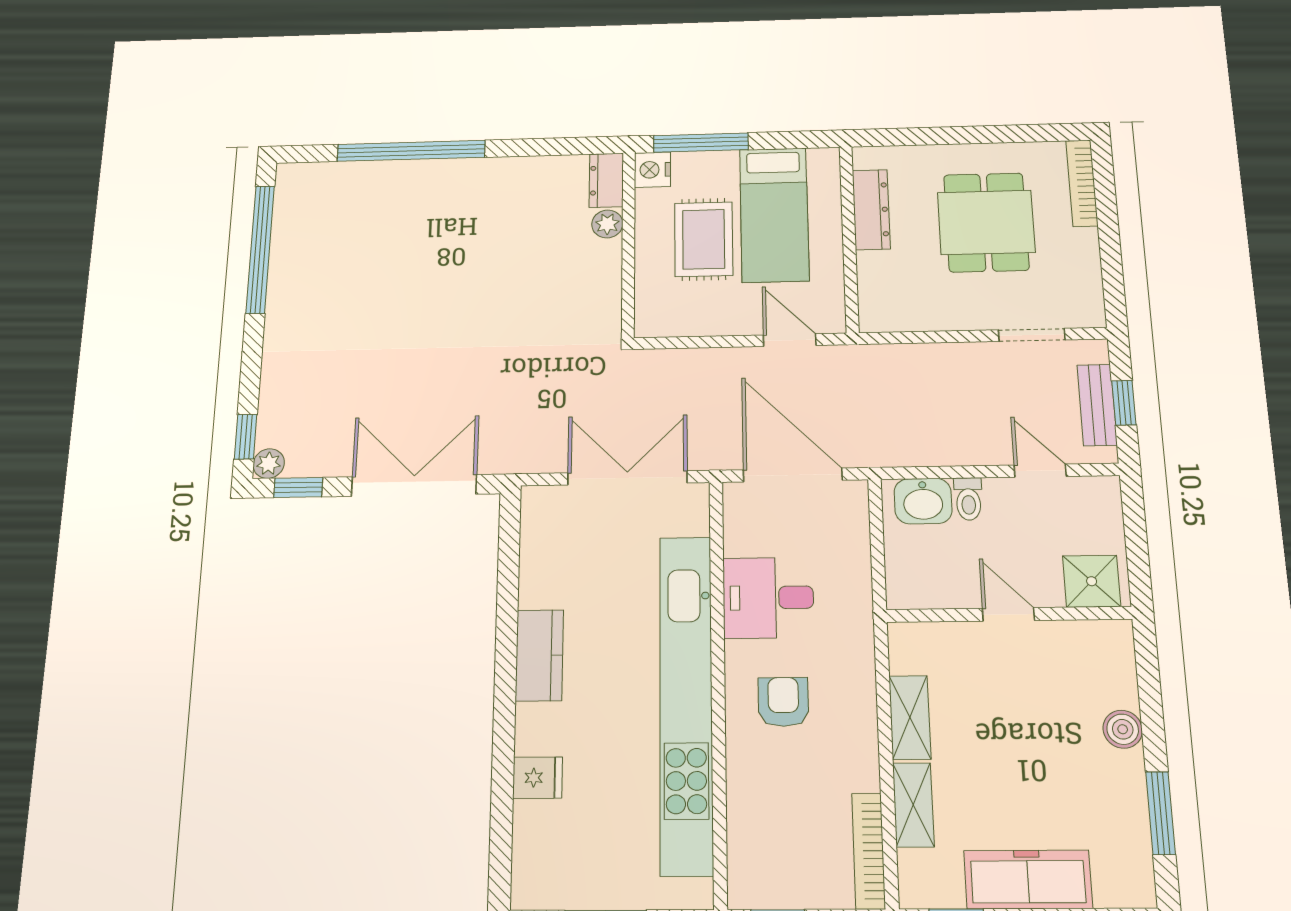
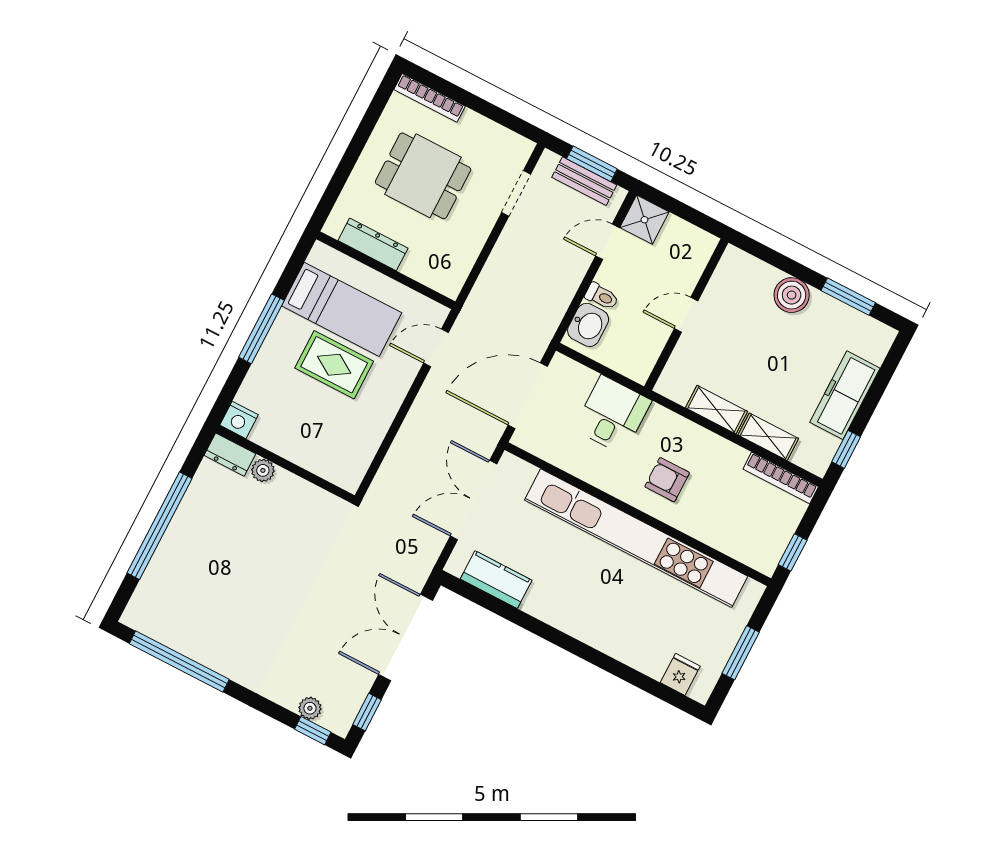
nightstand: (652, 170) -> (239, 420), moved
dresser: (606, 180) -> (230, 455), moved
plant: (607, 224) -> (263, 470), moved
wall: (628, 244) -> (285, 464), moved
window: (1124, 403) -> (592, 164), width x1.50
plant: (269, 464) -> (310, 708), moved
shower: (1092, 581) -> (644, 220), moved
desk: (768, 598) -> (612, 415), moved, turned 180
kitchen counter: (539, 655) -> (496, 580), moved
boiler: (1123, 729) -> (792, 295), width x1.36, depth x1.36
fridge: (538, 778) -> (680, 674), moved

